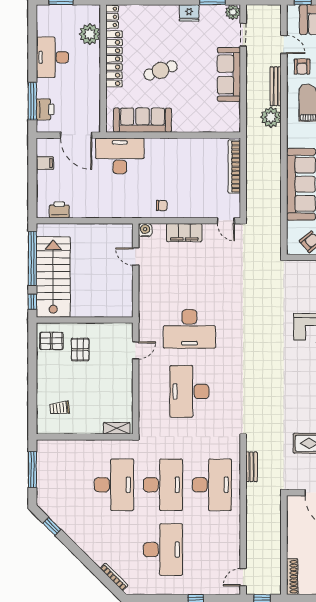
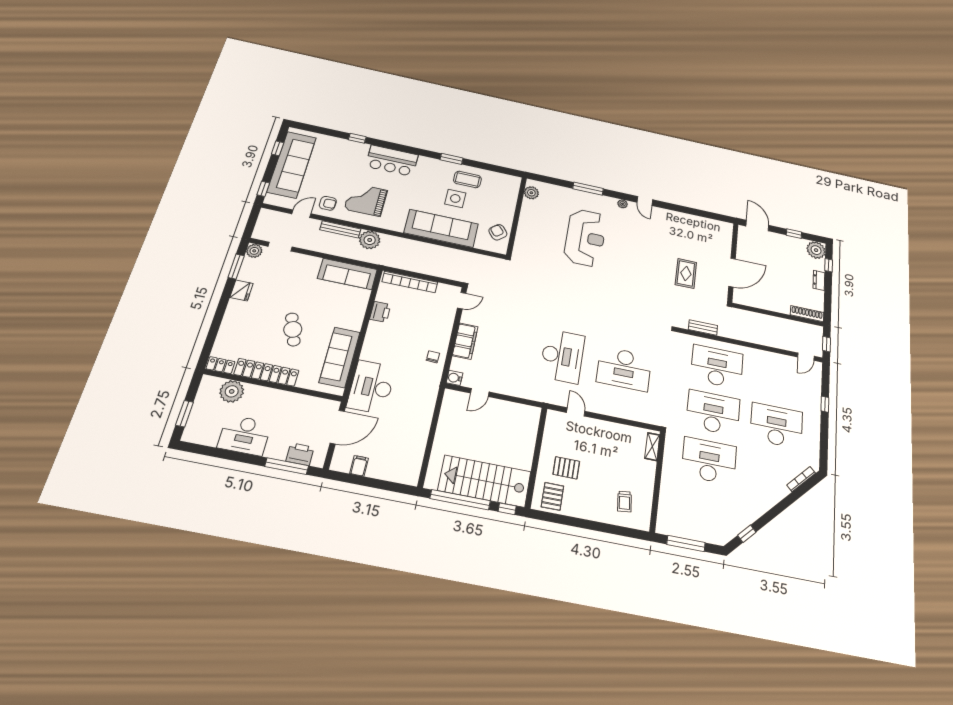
sofa: (229, 74) -> (347, 274), moved
printer: (59, 210) -> (380, 312), moved, turned 180
door: (243, 577) -> (806, 357), hinge flipped

